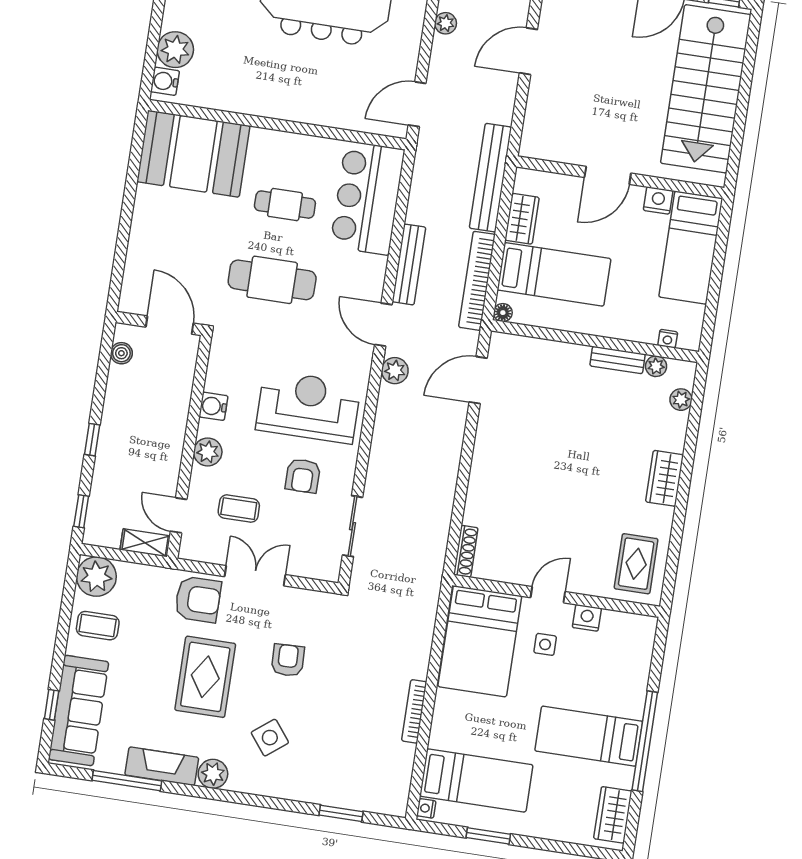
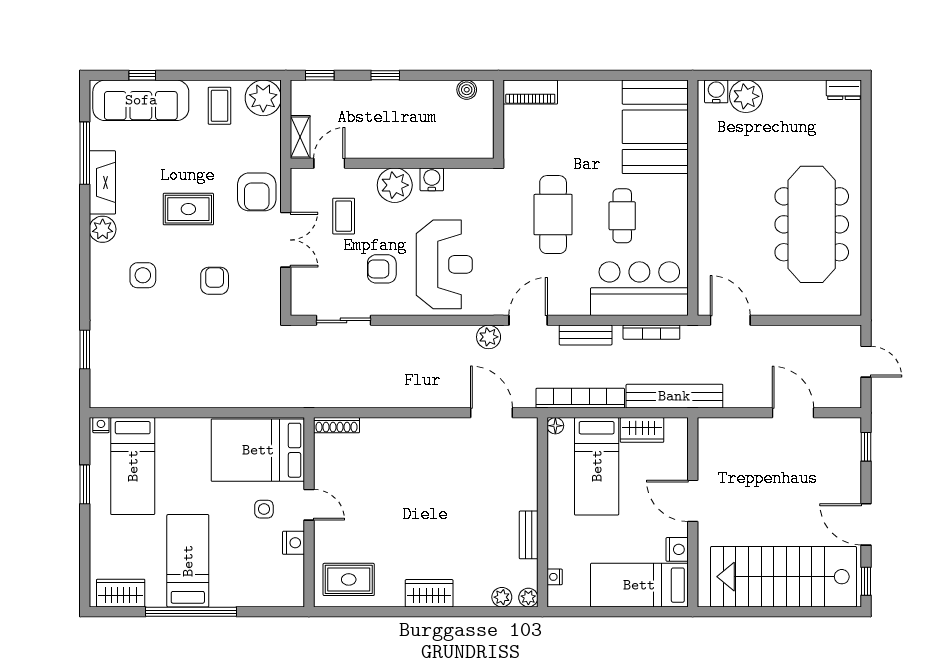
plant: (446, 23) -> (807, 335), removed
bench: (409, 264) -> (586, 335), width x0.73
piano: (135, 284) -> (530, 92), added
door: (170, 325) -> (498, 129), removed
plant: (656, 366) -> (528, 598), moved
plant: (208, 452) -> (395, 185), width x1.36, depth x1.36
armchair: (288, 660) -> (215, 281), turned -88
rug: (205, 677) -> (188, 209), width x0.73, depth x0.70
bookcase: (414, 711) -> (651, 332), moved, turned 180
side table: (270, 738) -> (143, 275), turned 38

